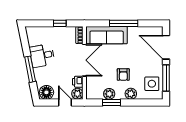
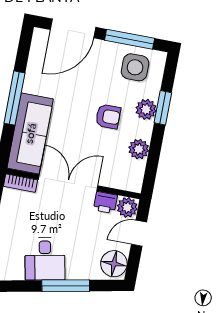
window: (112, 102) -> (163, 108), moved

